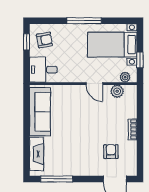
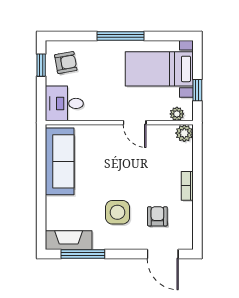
plant: (117, 91) -> (184, 133), moved
side table: (82, 149) -> (117, 212), added
fireplace: (37, 154) -> (69, 240), moved, turned -90

